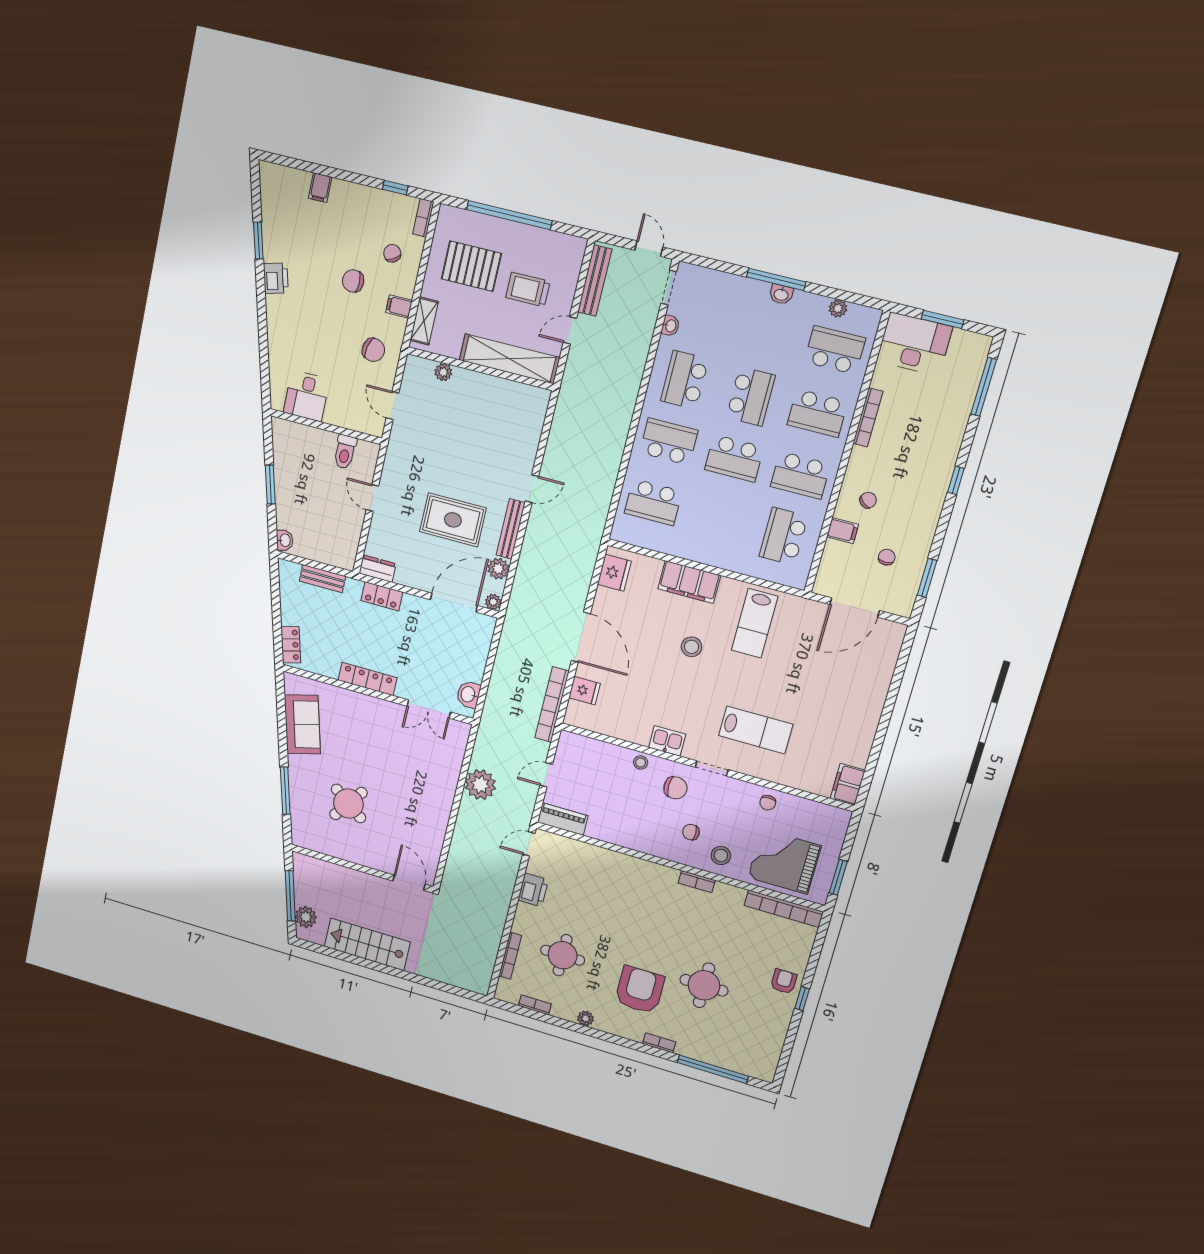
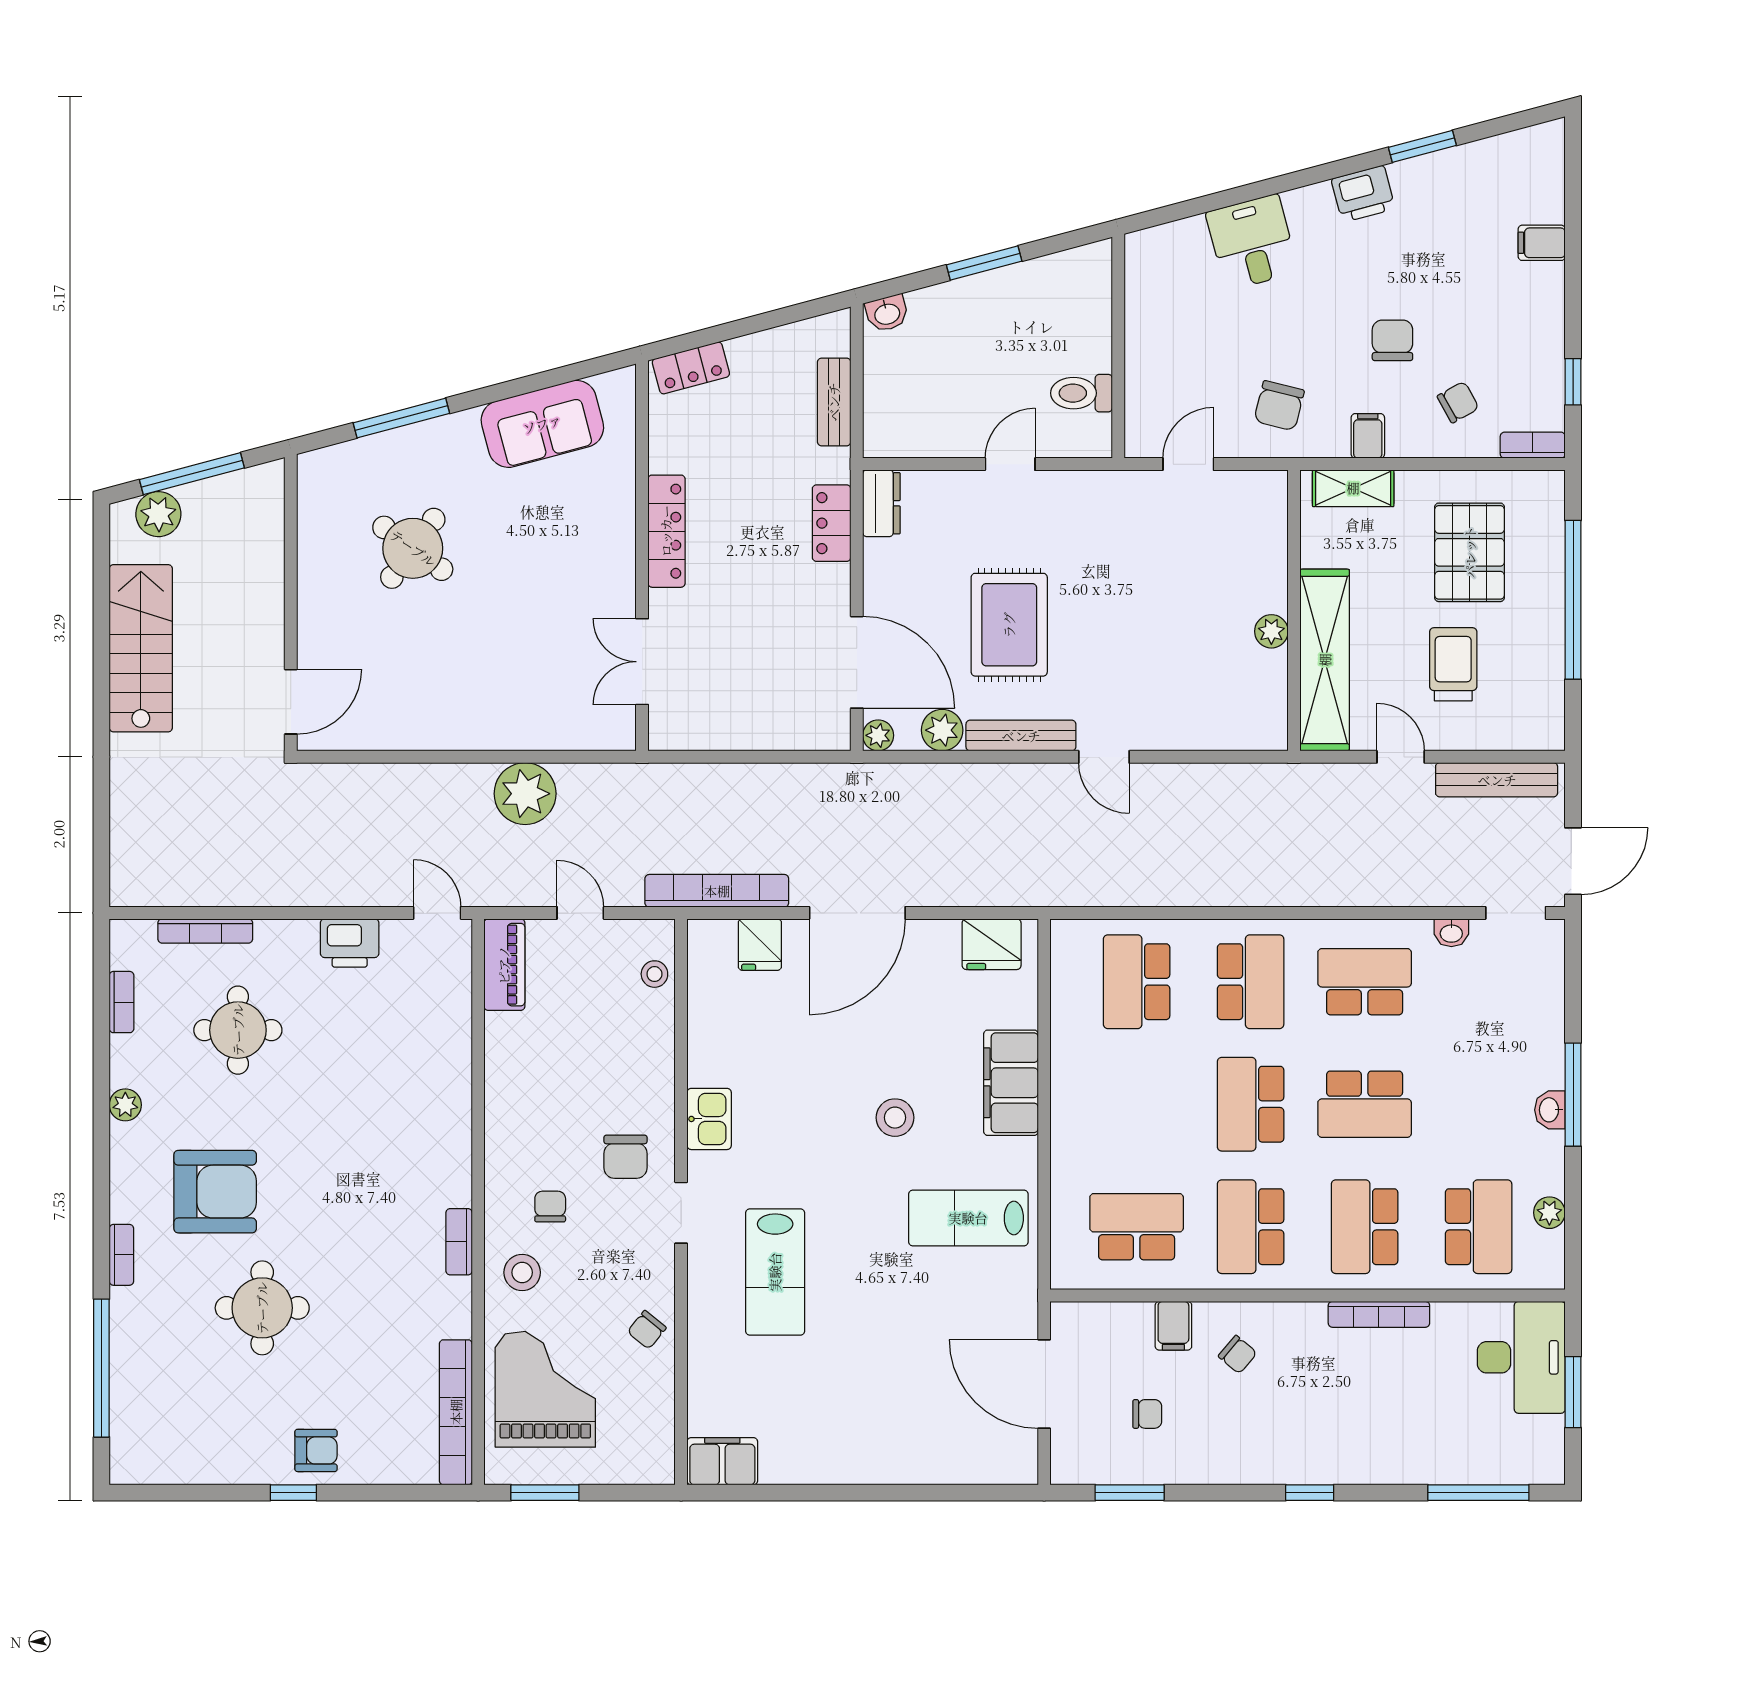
door: (649, 249) -> (1573, 861), width x1.38
plant: (443, 372) -> (1271, 631), moved
desk: (306, 396) -> (1252, 242), moved, turned 75
washbasin: (468, 694) -> (691, 730), removed
stool: (641, 762) -> (654, 974), moved
chair: (768, 803) -> (647, 1330), turned -51

